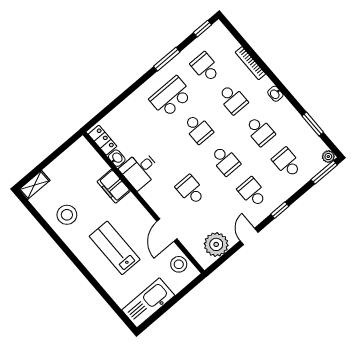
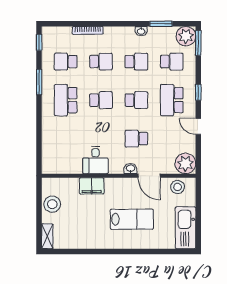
washbasin: (275, 94) -> (141, 31), moved
locker: (103, 140) -> (56, 168), removed
plant: (328, 157) -> (186, 36), width x1.88, depth x1.88
washbasin: (117, 158) -> (131, 169), moved
school desk: (287, 163) -> (172, 62), turned 180
school desk: (252, 192) -> (172, 100), width x1.85
stool: (67, 215) -> (52, 204), moved
plant: (216, 244) -> (185, 163), moved
lab bench: (115, 248) -> (132, 219), turned 180

